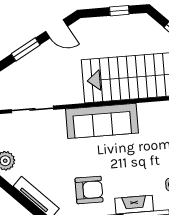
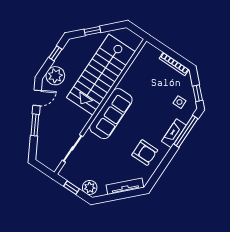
plant: (95, 30) -> (55, 76), added
armchair: (89, 190) -> (145, 153), turned 90

